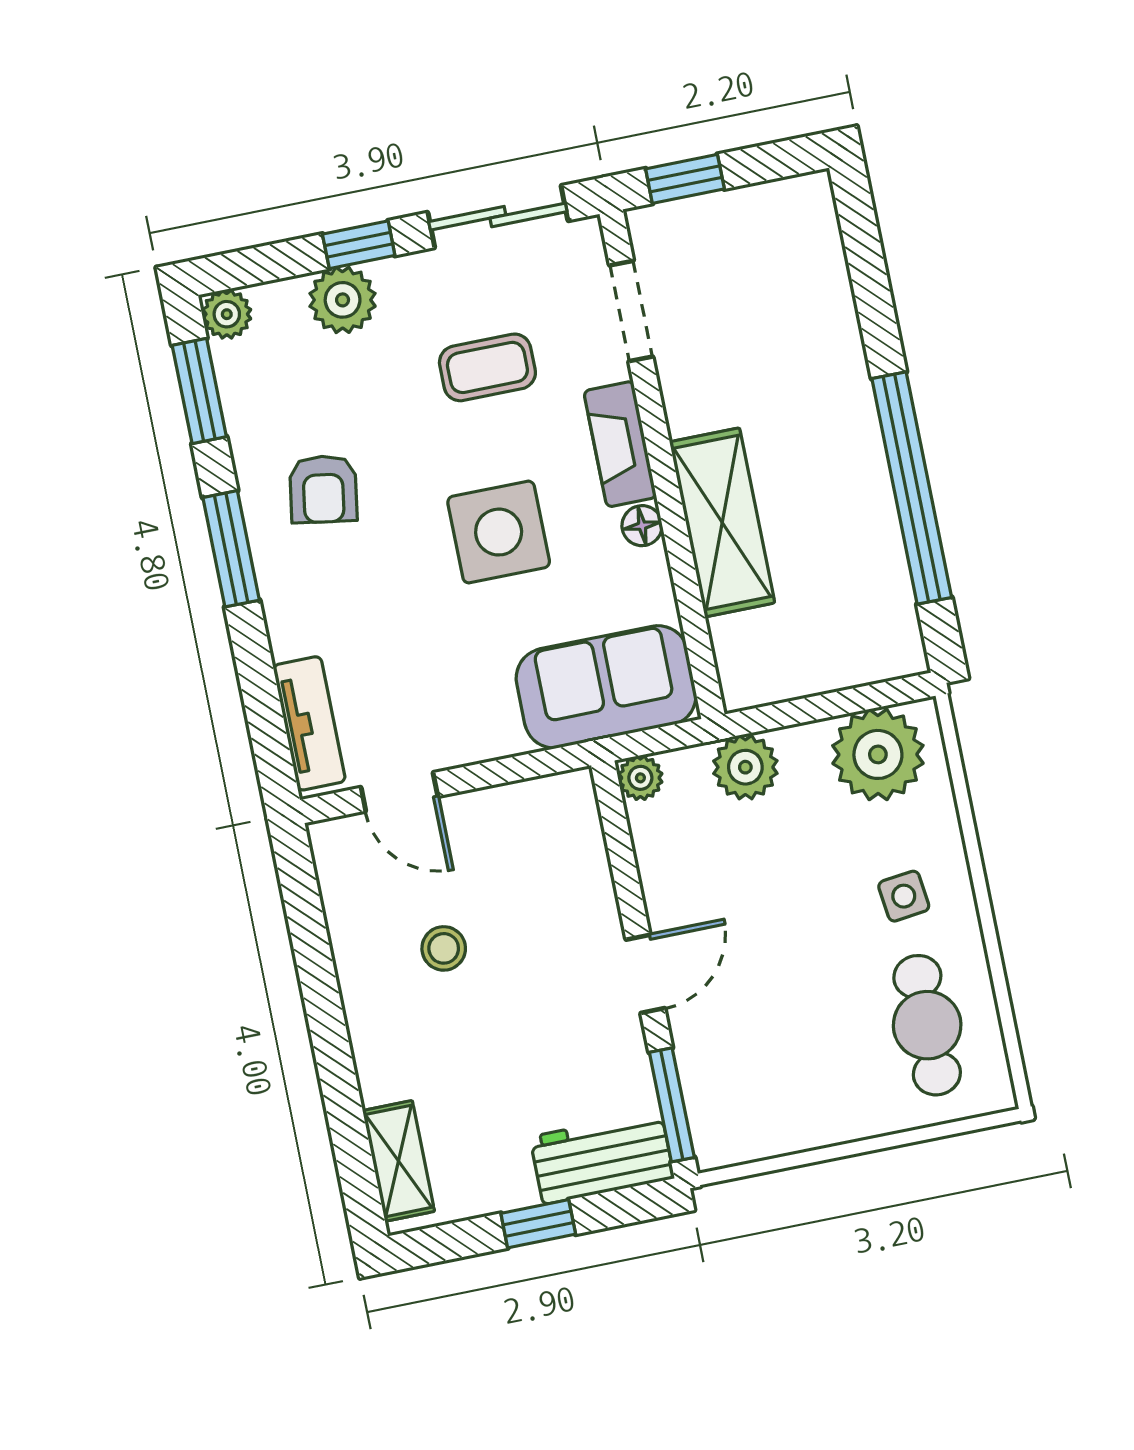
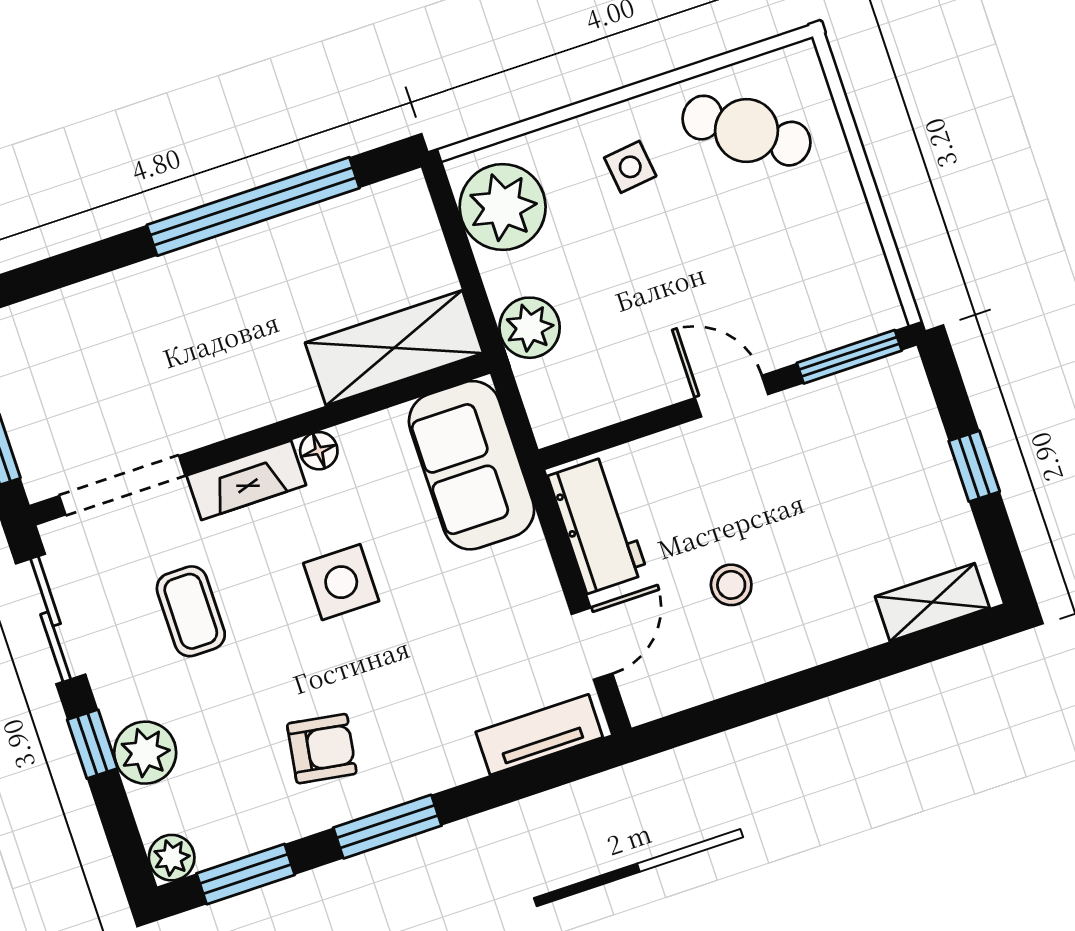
doorway: (631, 311) -> (122, 485), width x1.38
shelving: (722, 522) -> (394, 348), moved
side table: (499, 532) -> (341, 582), width x0.73, depth x0.73
plant: (640, 778) -> (551, 423), removed
cafe table: (927, 1025) -> (746, 131), turned 35
workbench: (602, 1158) -> (598, 525), moved, turned 180

